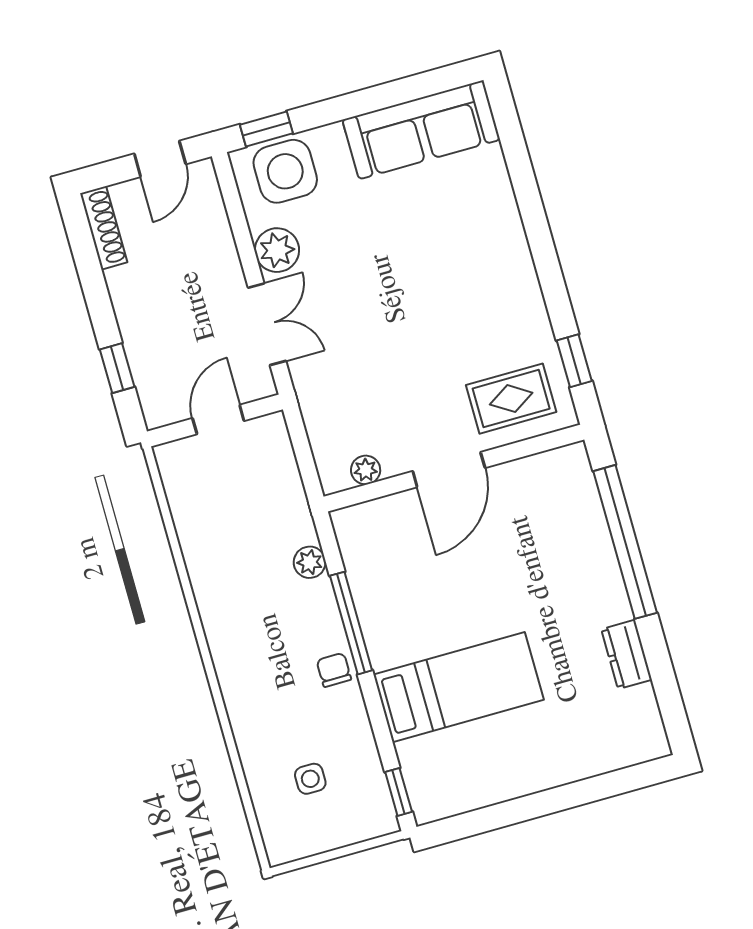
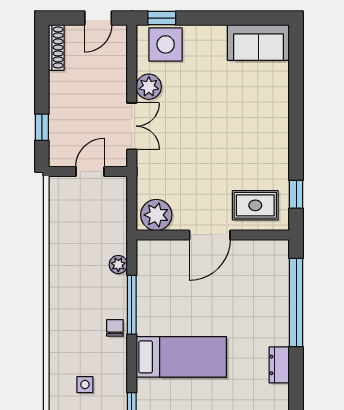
sofa: (421, 130) -> (258, 43), width x0.73
plant: (366, 470) -> (156, 215), width x1.87, depth x1.87

